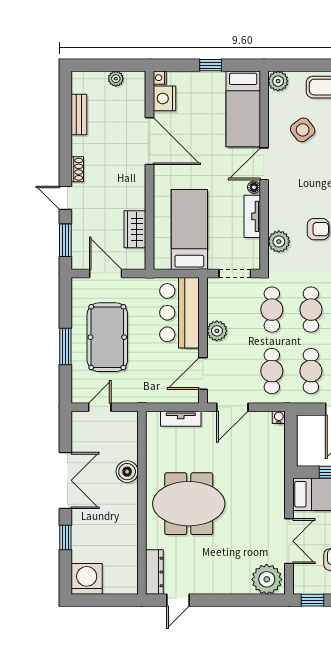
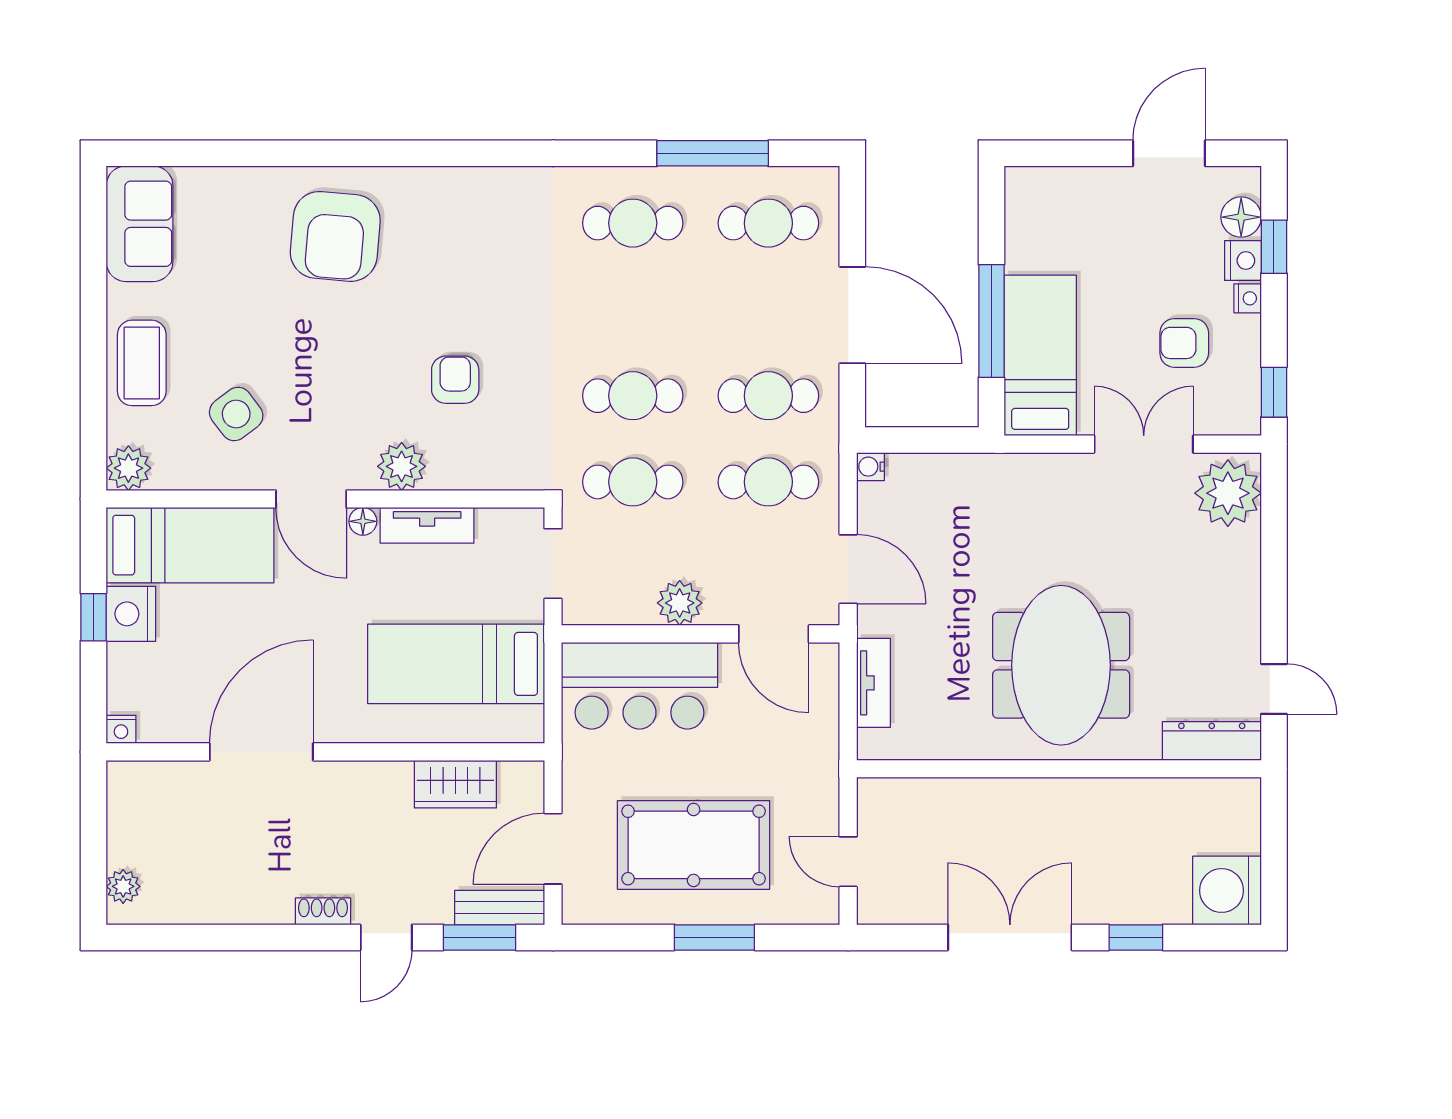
plant: (116, 79) -> (123, 886), moved
nightstand: (165, 98) -> (131, 614), moved, turned 90
bench: (79, 114) -> (500, 908), moved
plant: (279, 242) -> (402, 466), moved
boiler: (127, 472) -> (990, 801), removed

